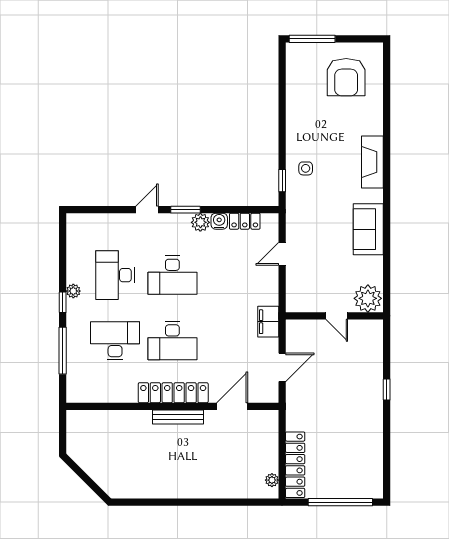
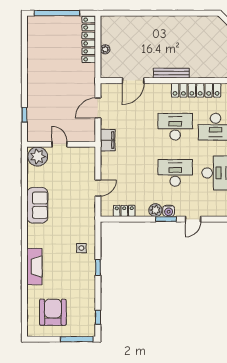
window: (282, 70) -> (98, 317), added
fireplace: (372, 162) -> (34, 267), moved
window: (282, 181) -> (98, 267), moved
water cooler: (219, 221) -> (169, 211), moved
window: (387, 390) -> (24, 115), moved
locker: (173, 393) -> (196, 90), moved
plant: (272, 480) -> (105, 49), moved

